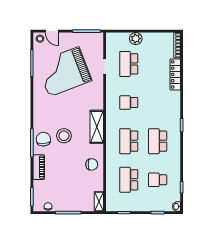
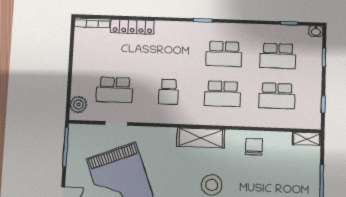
plant: (136, 39) -> (78, 104), moved
school desk: (158, 180) -> (278, 56), width x1.85

